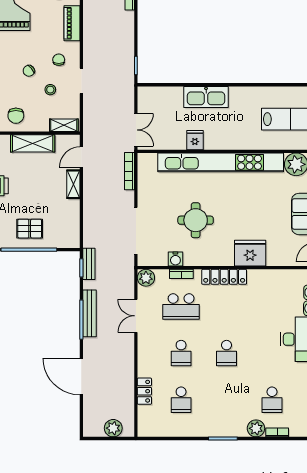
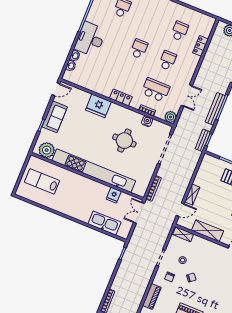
kitchen sink: (206, 97) -> (104, 223), moved
chair: (16, 116) -> (211, 253), removed
fridge: (195, 140) -> (114, 195), moved
locker: (224, 277) -> (121, 98), width x0.66

